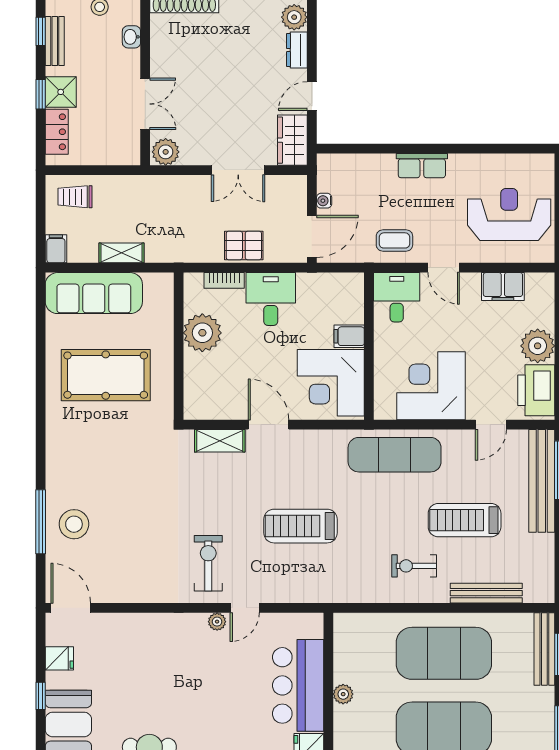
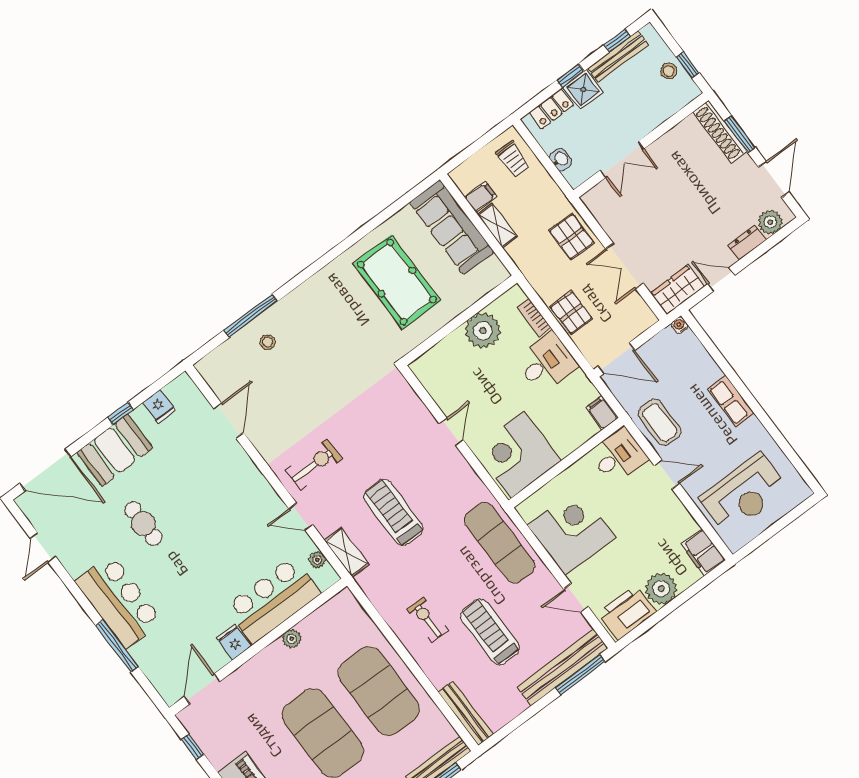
washbasin: (131, 37) -> (561, 160), moved, turned 90
bench: (55, 41) -> (618, 56), width x1.36
plant: (166, 152) -> (597, 202), removed
trolley: (75, 197) -> (513, 159), turned 180
pallet: (179, 197) -> (571, 237), added
water cooler: (324, 201) -> (680, 325), moved
reception desk: (509, 215) -> (743, 494), turned 90
coffee table: (394, 240) -> (660, 422), width x1.36, depth x1.30
filing cabinet: (56, 249) -> (481, 197), moved
door: (444, 268) -> (667, 474), swing flipped
filing cabinet: (503, 287) -> (703, 552), moved
filing cabinet: (349, 336) -> (602, 413), moved
door: (269, 425) -> (451, 432), width x0.73
shelving: (220, 441) -> (346, 552), moved
stool: (74, 524) -> (268, 342), width x0.53, depth x0.53
bench: (486, 593) -> (466, 713), moved
door: (71, 608) -> (229, 421), moved
plant: (217, 622) -> (317, 560), moved

